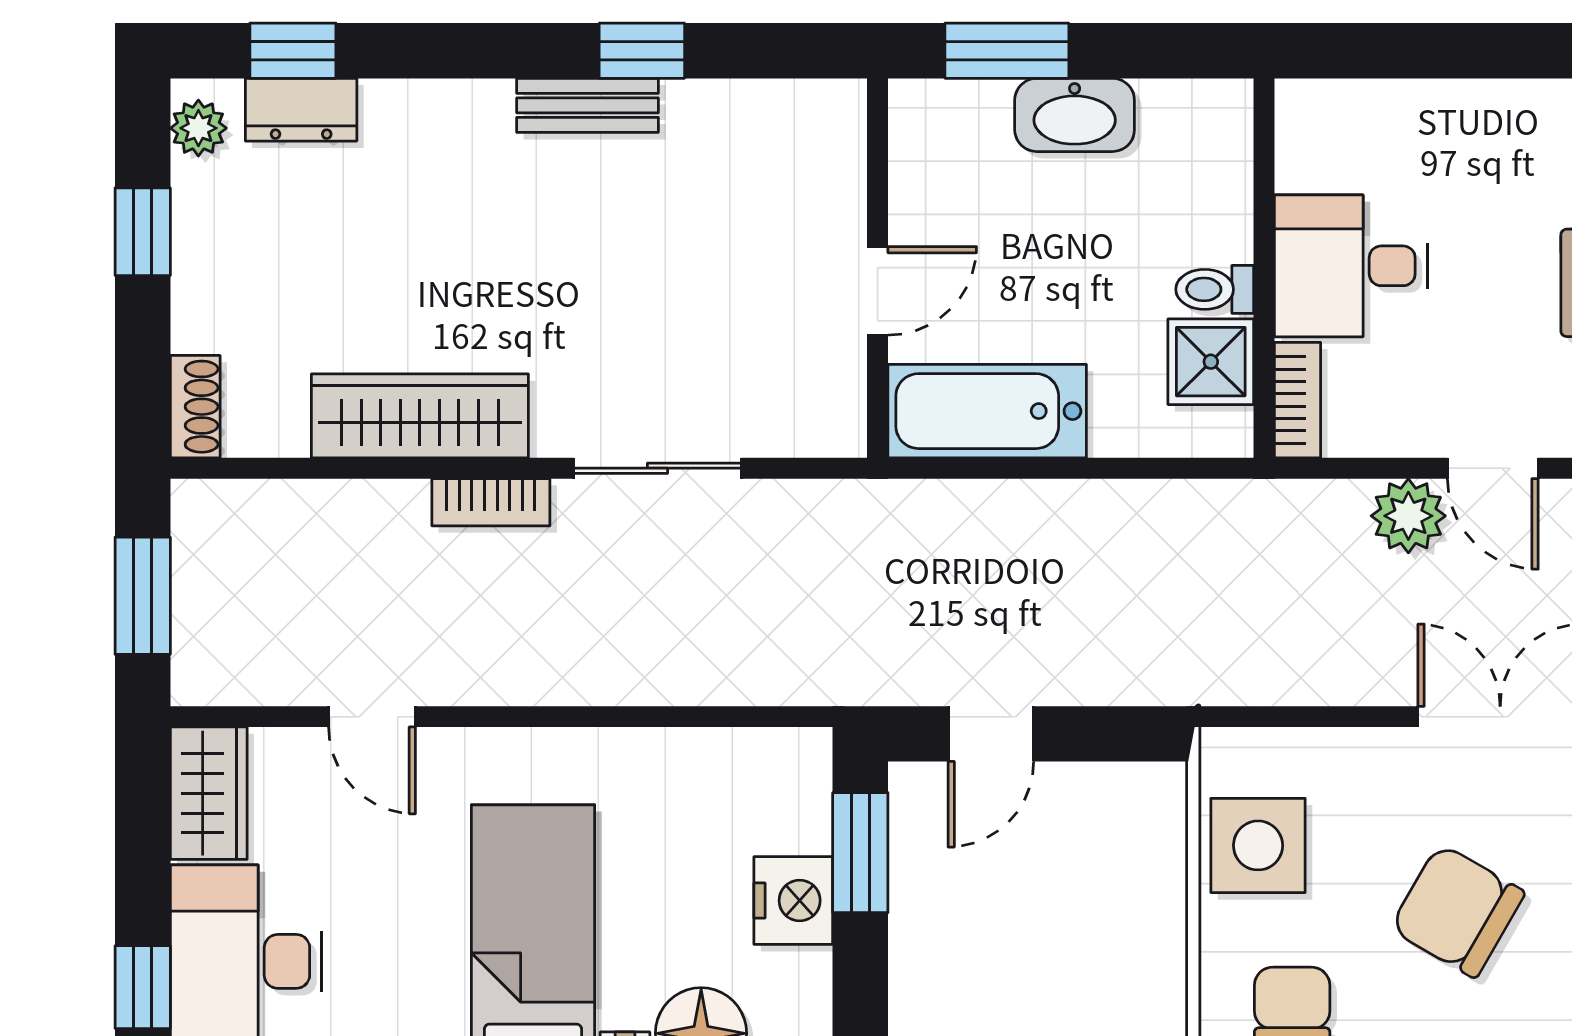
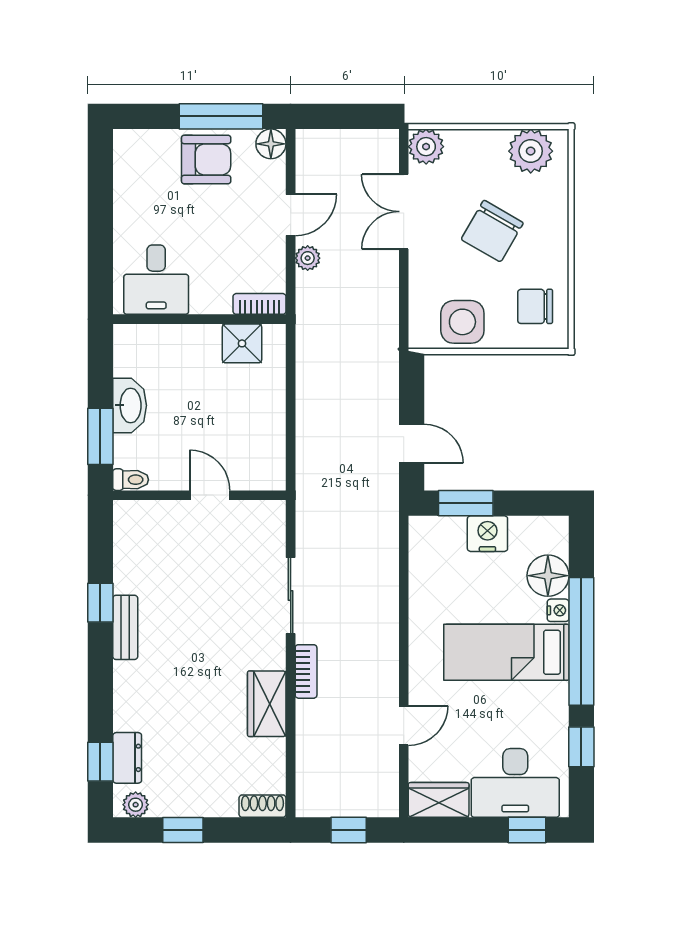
desk: (1351, 266) -> (156, 280), moved
toilet: (1215, 289) -> (131, 480), moved, turned -90
bathtub: (987, 411) -> (265, 445), removed
wardrobe: (420, 416) -> (267, 704), width x0.67
plant: (1408, 516) -> (308, 258), width x0.73, depth x0.73
window: (143, 596) -> (349, 830), width x0.67

